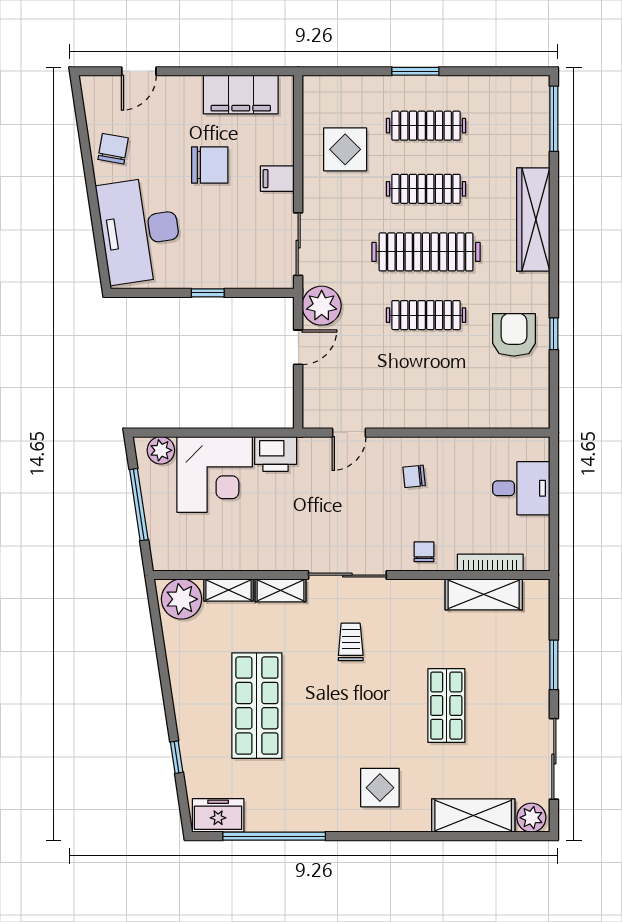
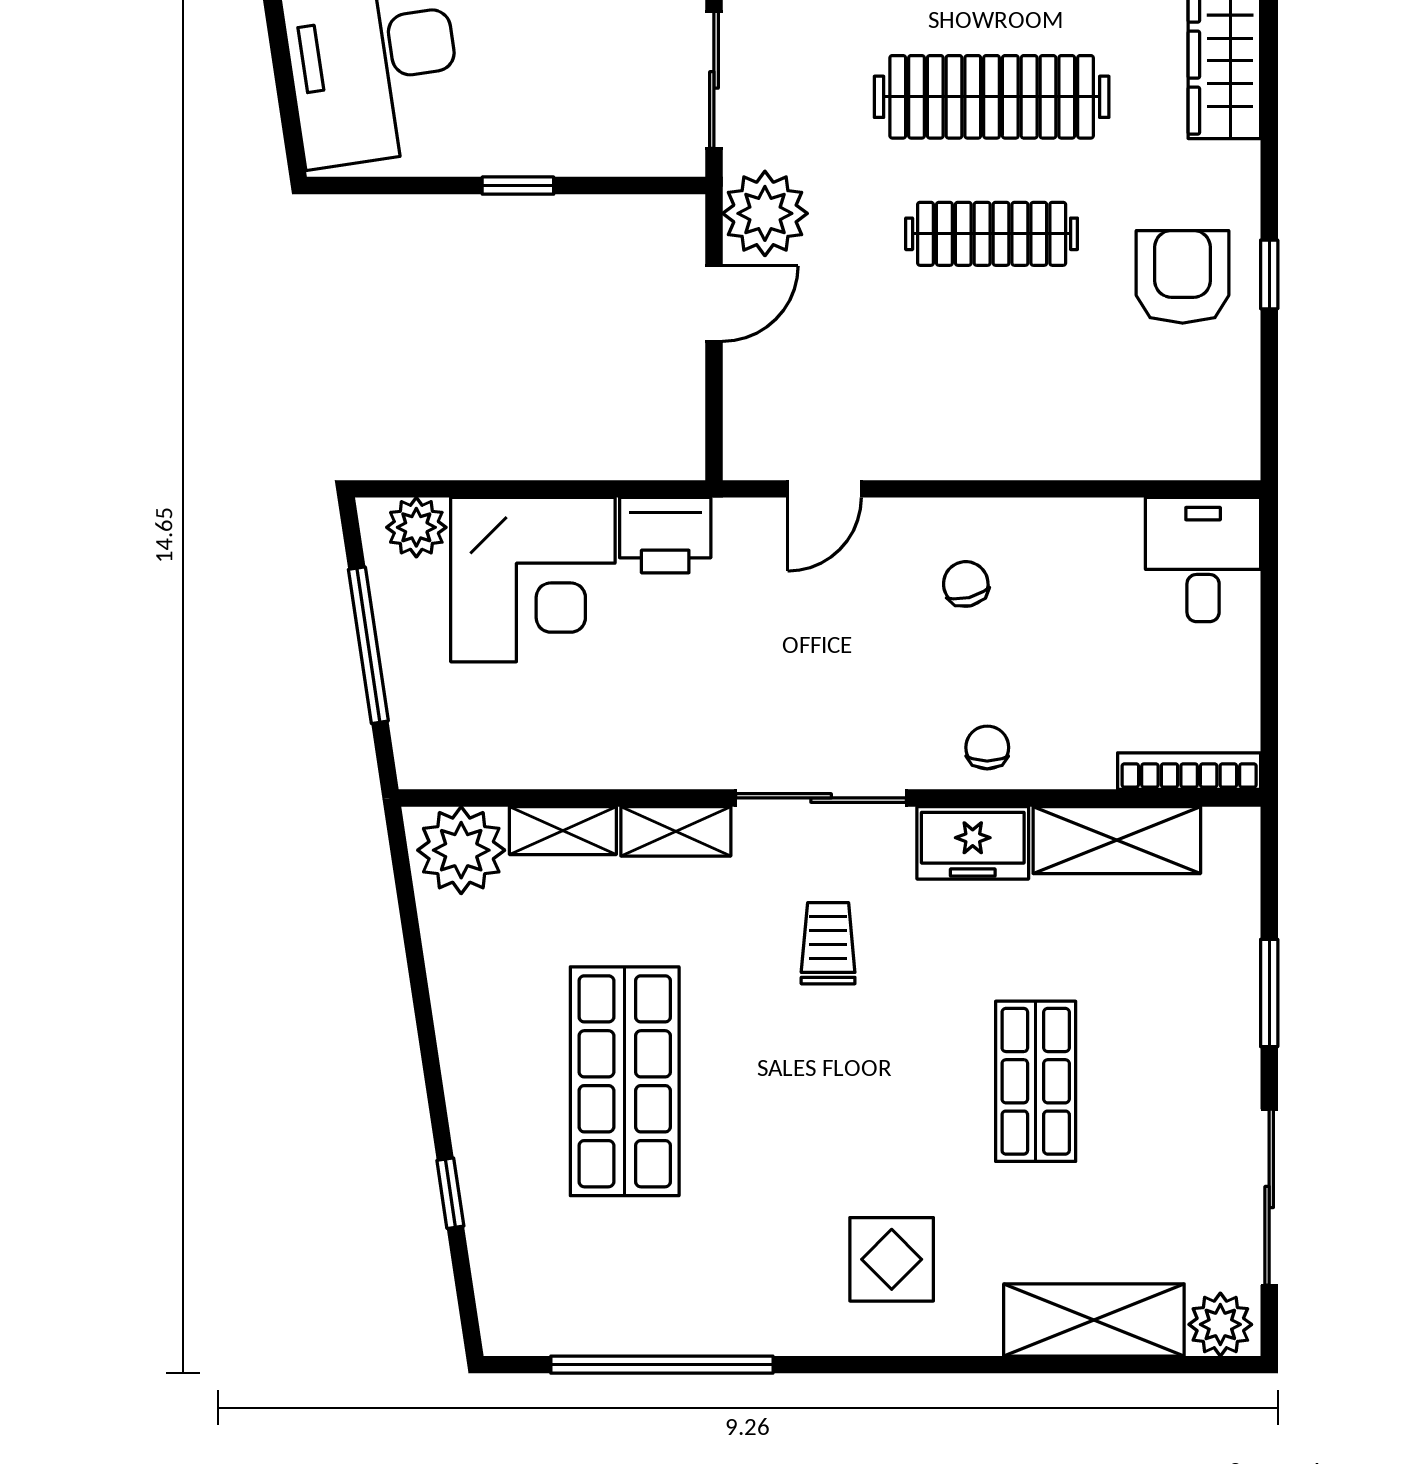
chair: (414, 476) -> (966, 584), turned 82
desk: (521, 488) -> (1203, 560), moved, turned -90
bookcase: (490, 563) -> (1189, 771), moved
freezer: (218, 815) -> (973, 843), moved, turned 180

